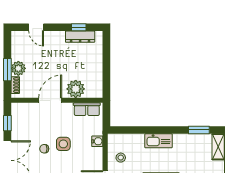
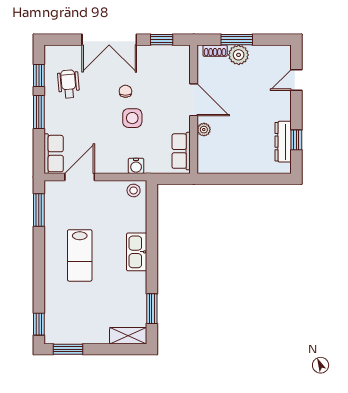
plant: (76, 89) -> (204, 130), width x0.53, depth x0.53
stool: (121, 158) -> (134, 190), moved

